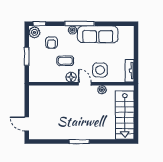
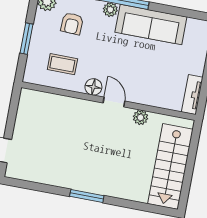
coffee table: (65, 61) -> (62, 64), moved
side table: (100, 70) -> (143, 84), removed

